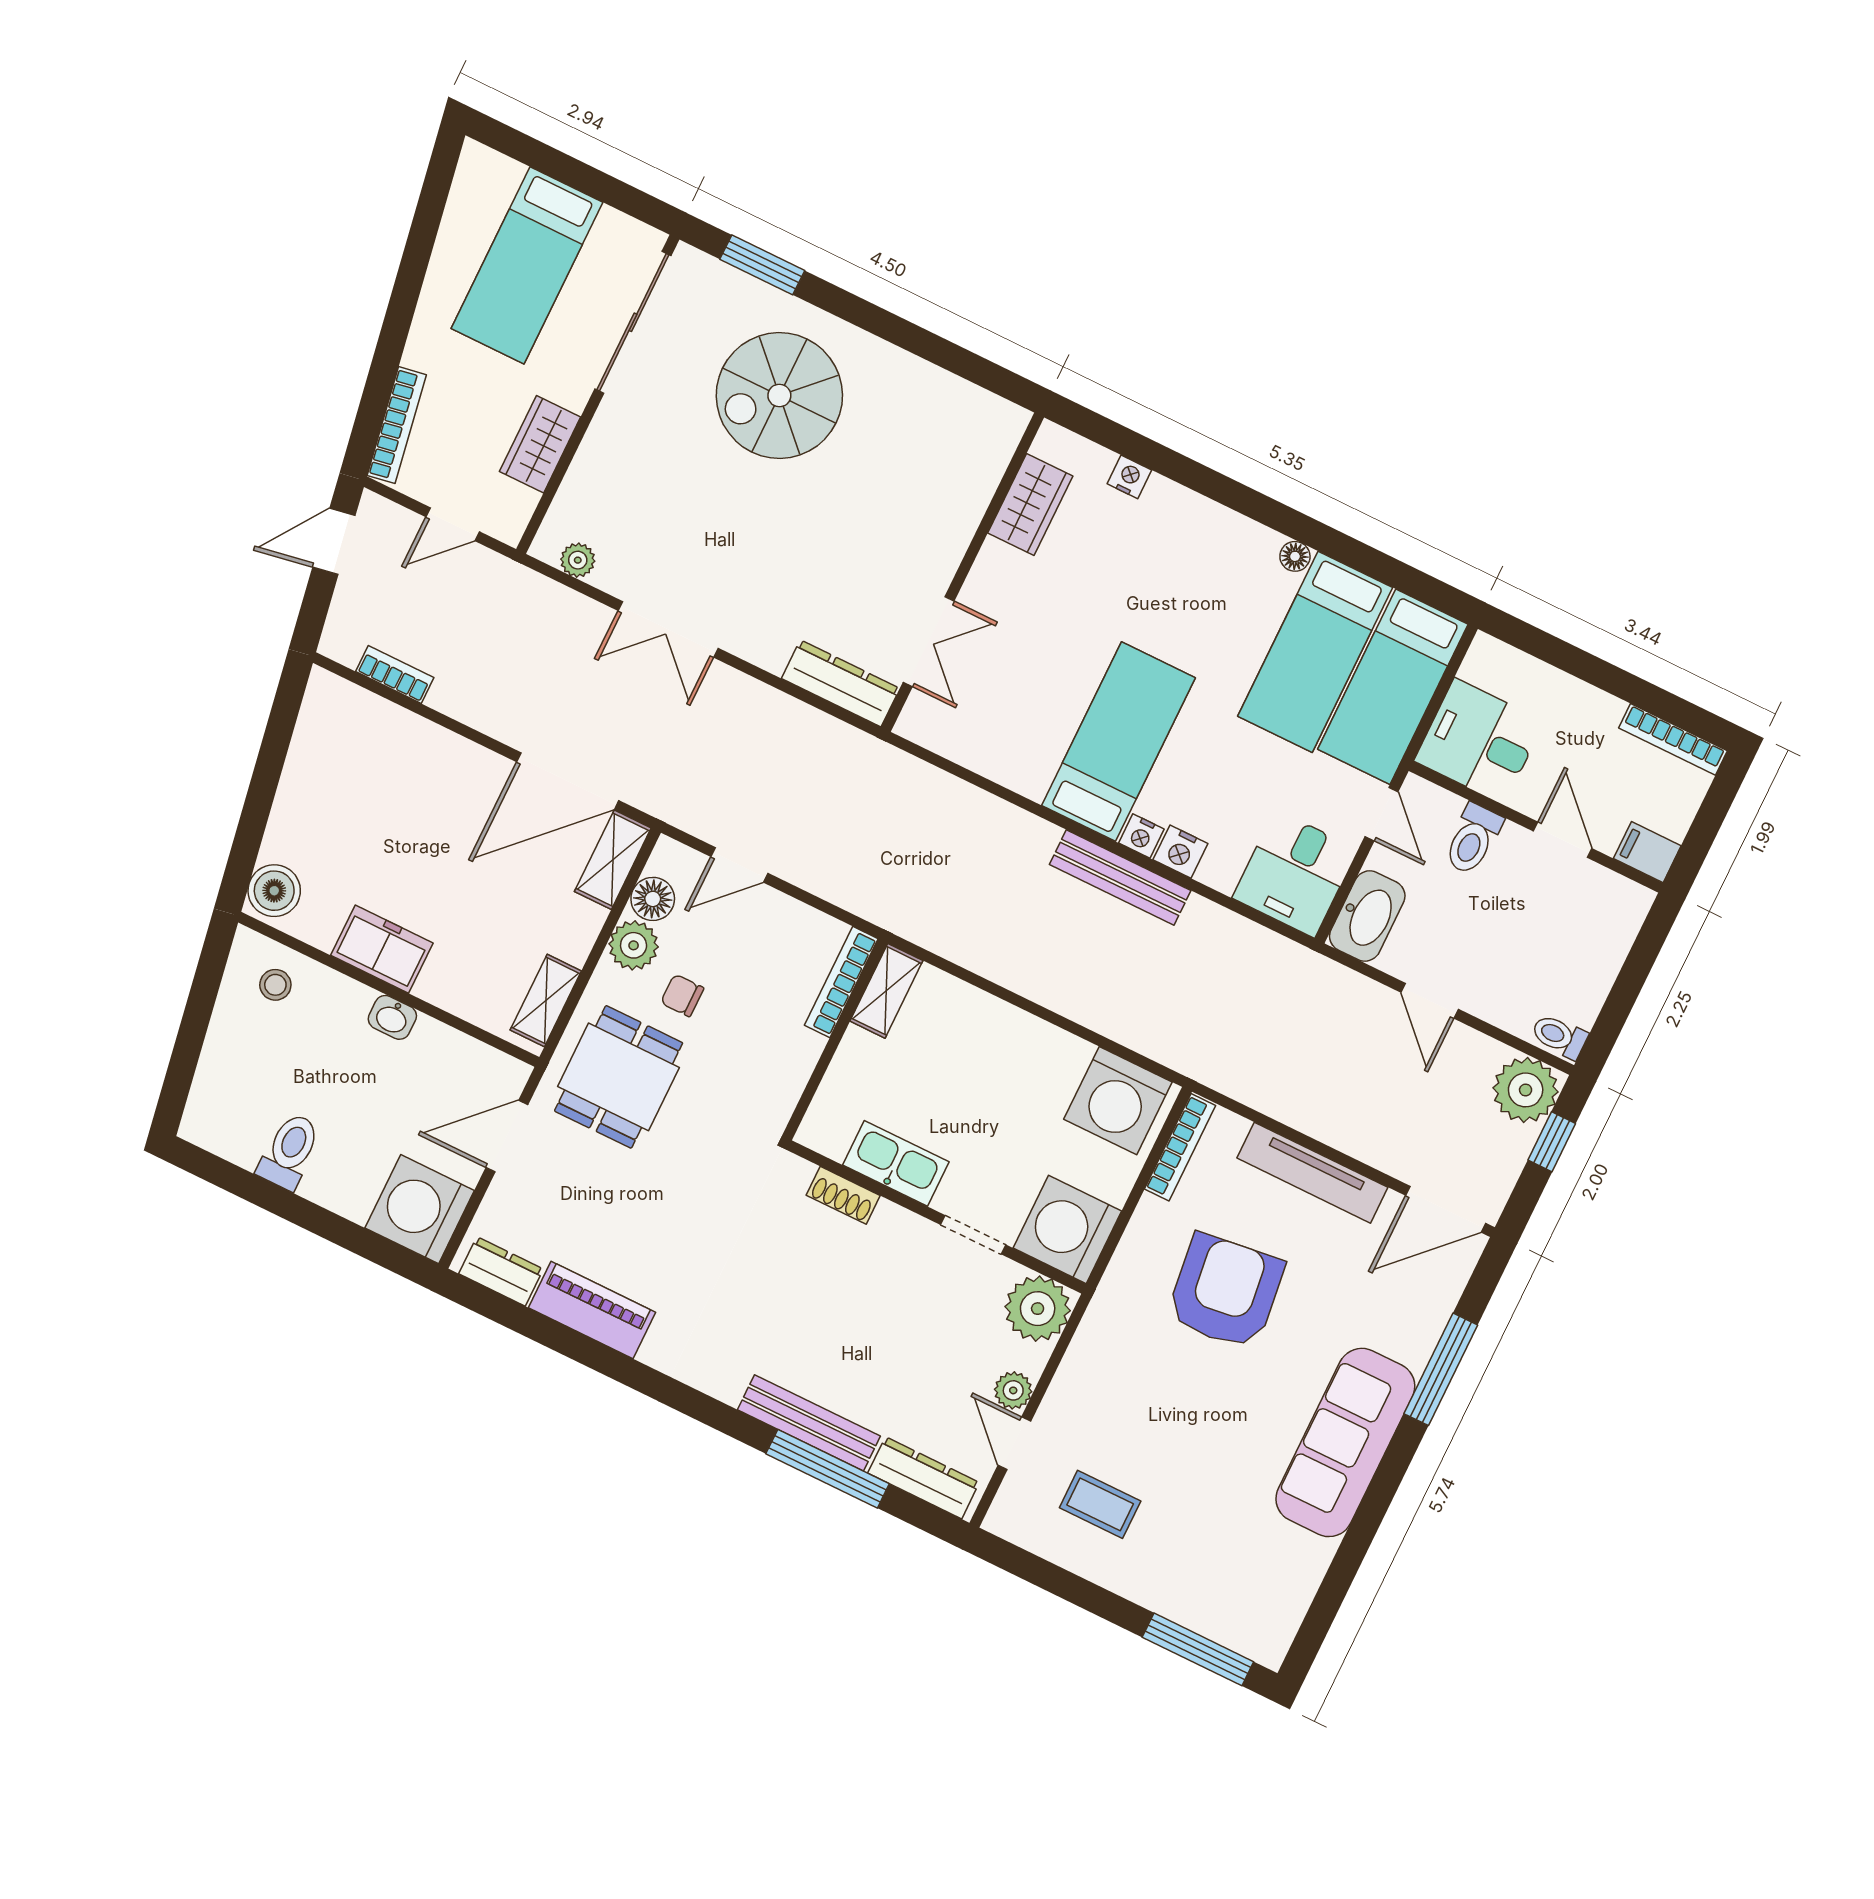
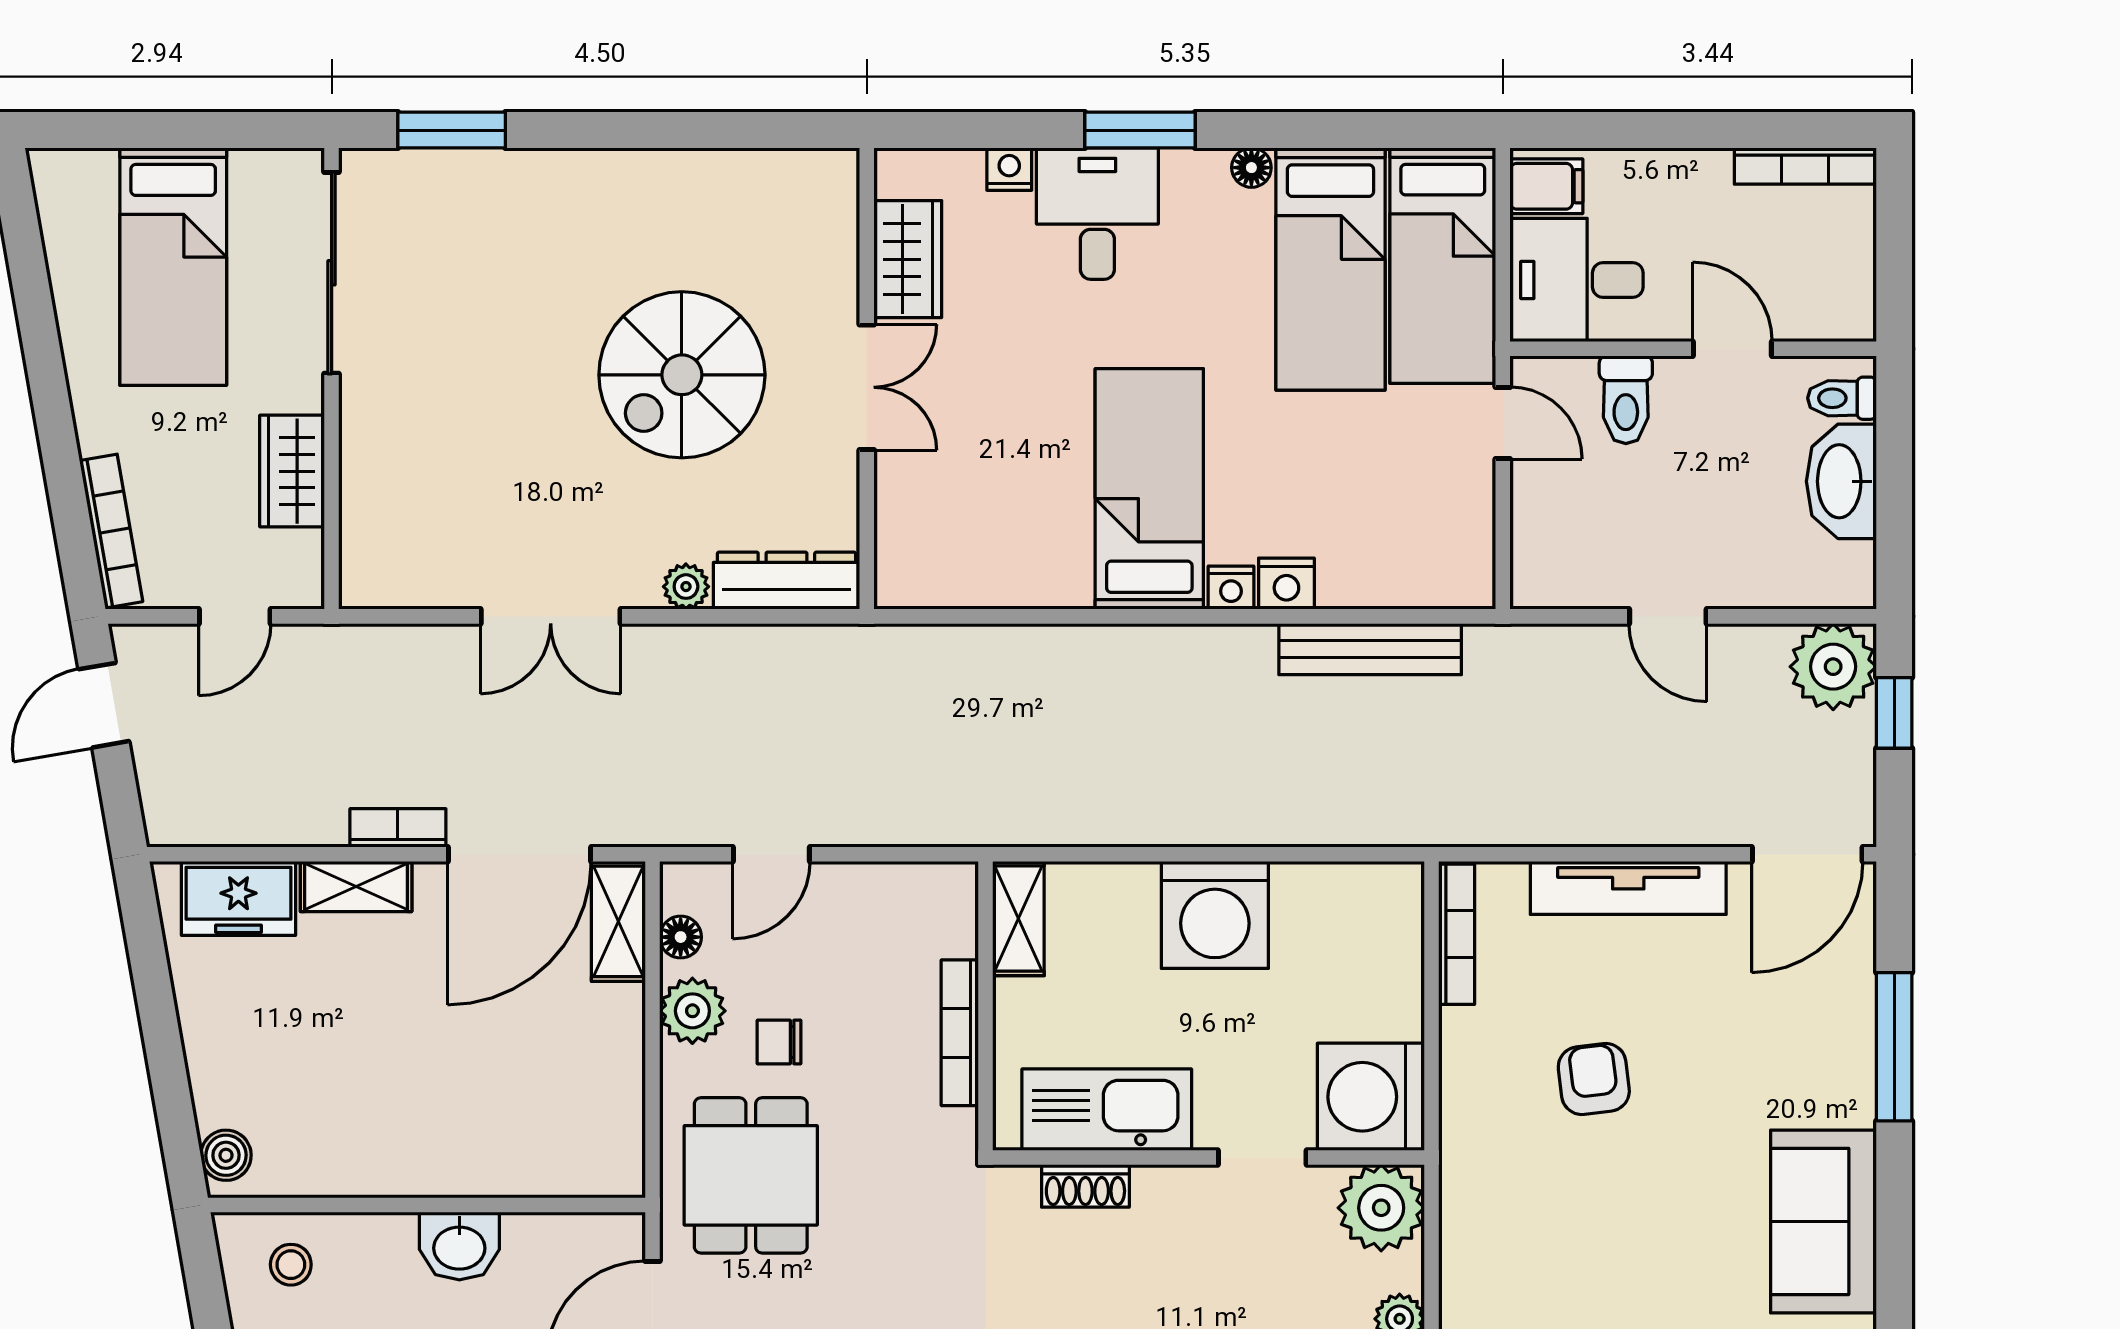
spiral stairs: (779, 395) -> (682, 375), moved
window: (1232, 494) -> (1140, 130), added
plant: (578, 560) -> (686, 587), moved
double door: (929, 642) -> (867, 387), moved
bookcase: (395, 674) -> (398, 828), moved
filing cabinet: (1647, 852) -> (1546, 186), moved, turned 180
desk: (1295, 874) -> (1097, 214), moved, turned 180
bench: (1120, 877) -> (1370, 649), moved
boiler: (274, 891) -> (226, 1155), width x0.73, depth x0.73
floor lamp: (653, 899) -> (681, 937), width x0.73, depth x0.73
washbasin: (1367, 916) -> (1841, 481), moved, turned 180
freezer: (382, 949) -> (238, 898), moved, turned 180
bookcase: (841, 982) -> (960, 1033), moved
shelving: (546, 1001) -> (356, 886), moved, turned 90
washbasin: (392, 1017) -> (459, 1246), width x1.38, depth x1.45
toilet: (1559, 1036) -> (1842, 398), moved
washing machine: (1118, 1101) -> (1215, 915), moved
kitchen sink: (896, 1163) -> (1107, 1110), width x1.36, depth x1.24
armchair: (1225, 1291) -> (1594, 1079), width x0.53, depth x0.53
sofa: (1345, 1442) -> (1823, 1221), width x0.73

